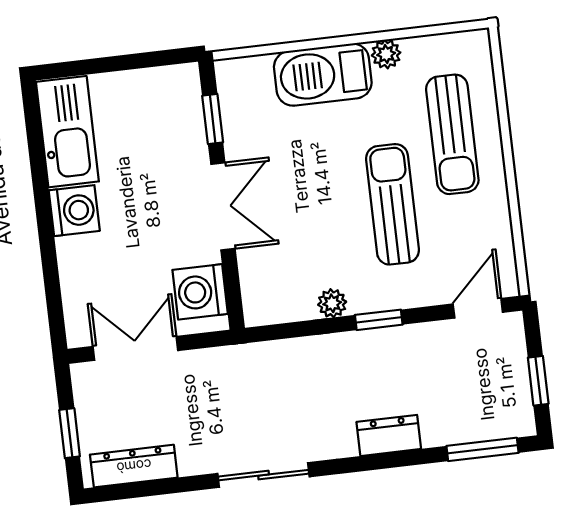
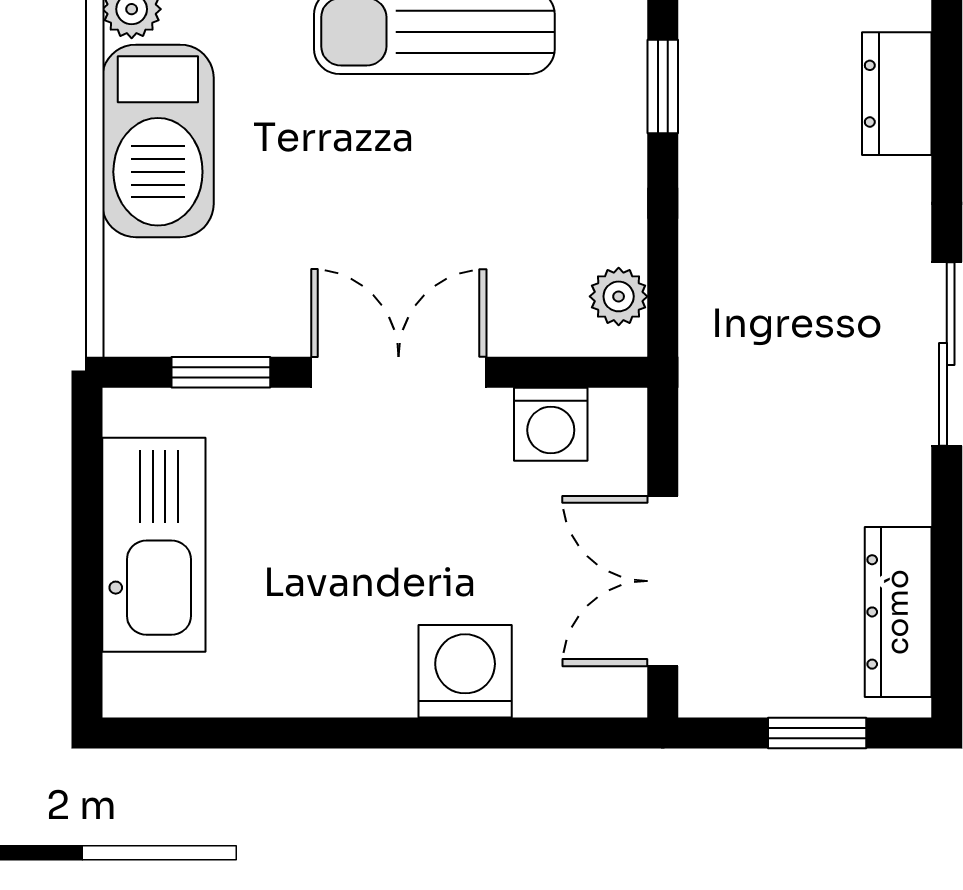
kitchen sink: (67, 132) -> (154, 545), moved, turned 90
washing machine: (74, 211) -> (465, 671), moved
washing machine: (200, 292) -> (551, 424), width x0.73, depth x0.73
plant: (332, 303) -> (619, 296), moved

